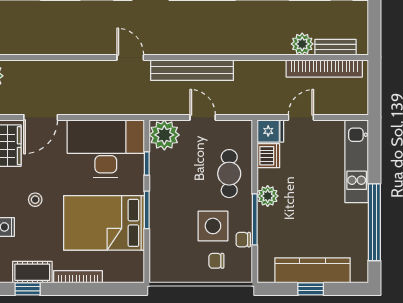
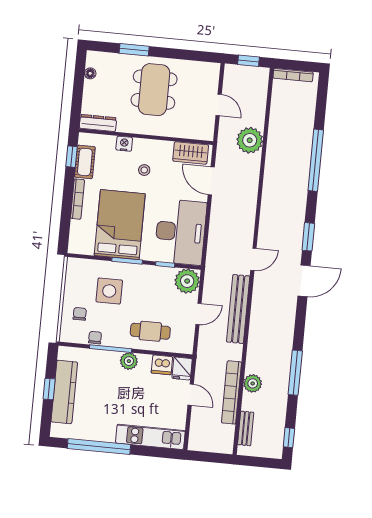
plant: (302, 44) -> (253, 383), moved
bookcase: (324, 68) -> (231, 392), moved
side table: (213, 226) -> (109, 291), moved

